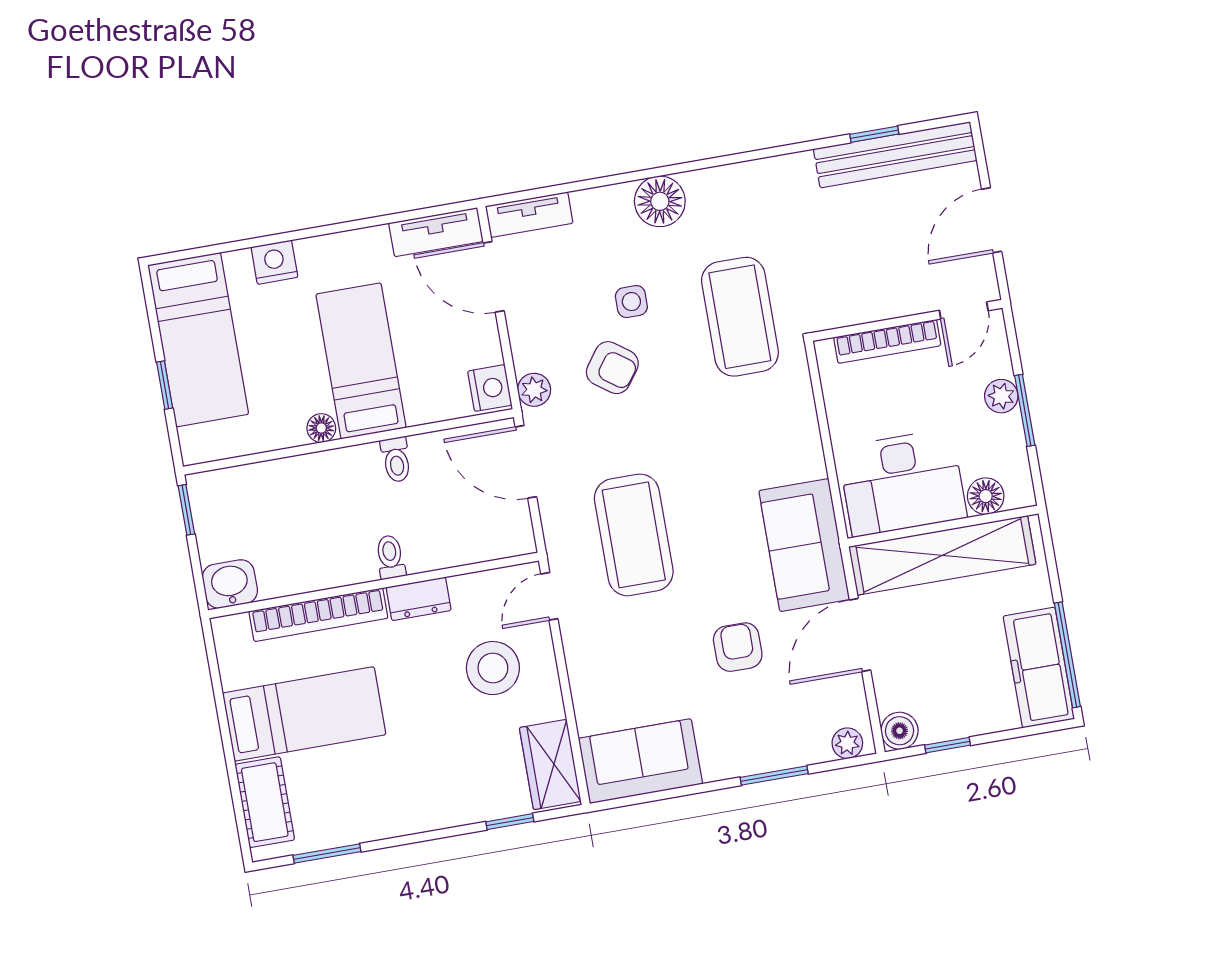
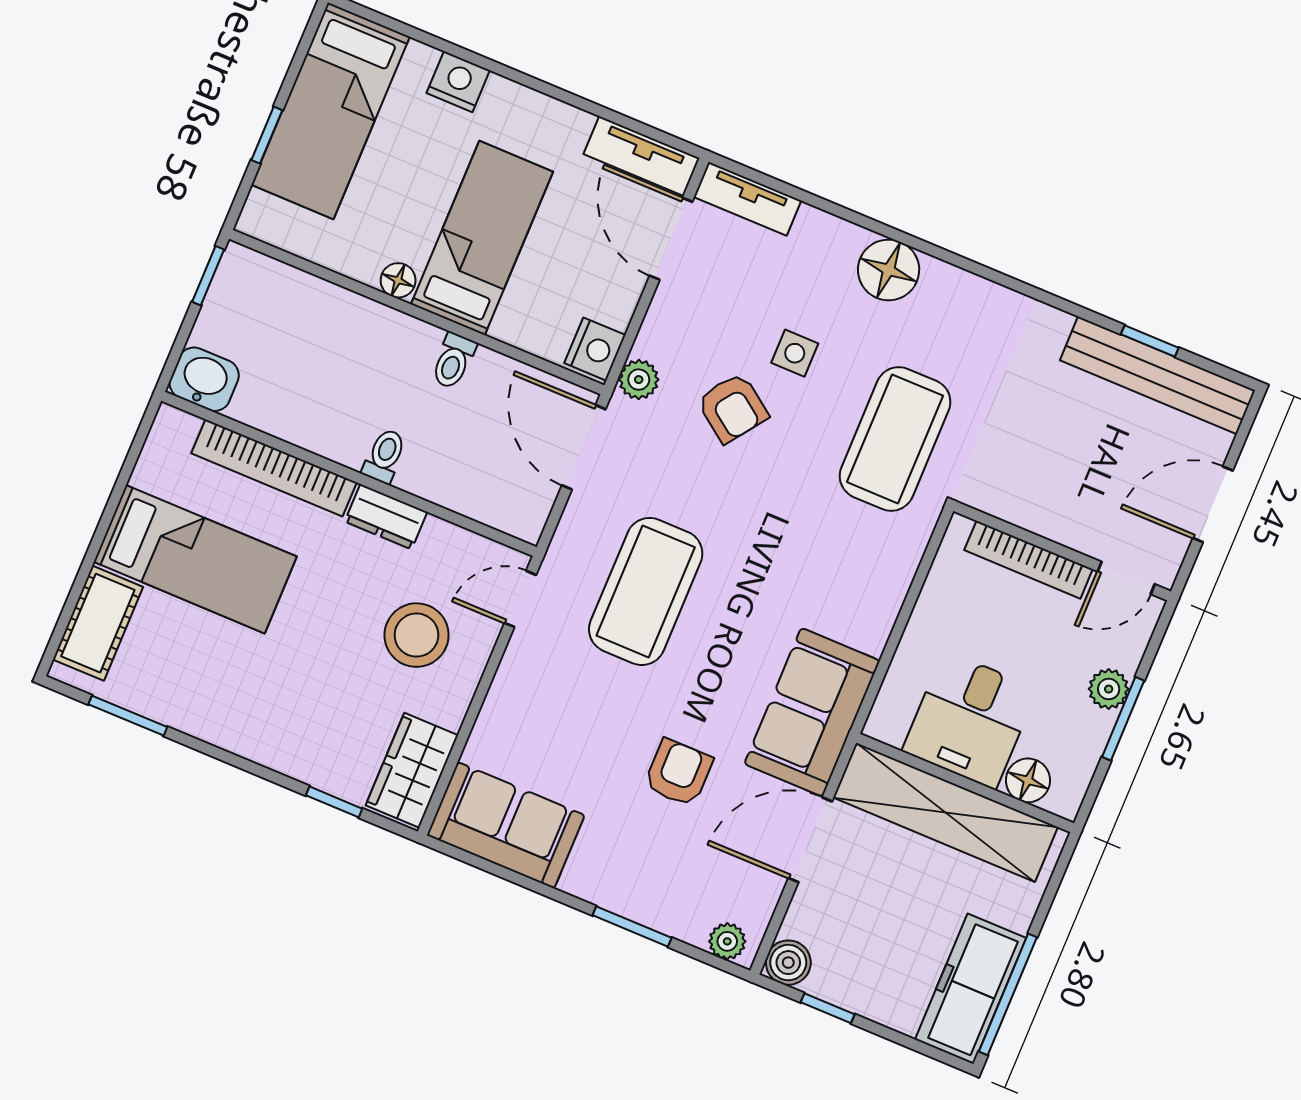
desk: (902, 483) -> (970, 720), width x0.73

